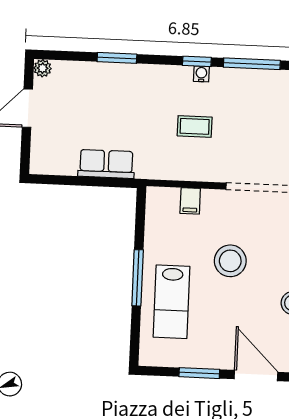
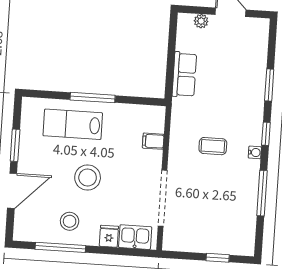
window: (197, 61) -> (266, 134), moved
plant: (43, 68) -> (201, 21), moved
coffee table: (195, 126) -> (213, 146), turned 90
stool: (230, 261) -> (88, 178), moved

